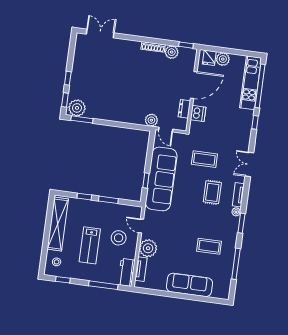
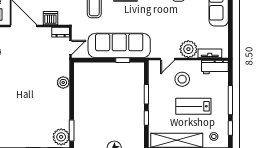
dresser: (184, 109) -> (61, 32), moved
plant: (151, 120) -> (63, 83), moved
lab bench: (90, 245) -> (193, 106), turned 180
window: (103, 285) -> (230, 100), moved

